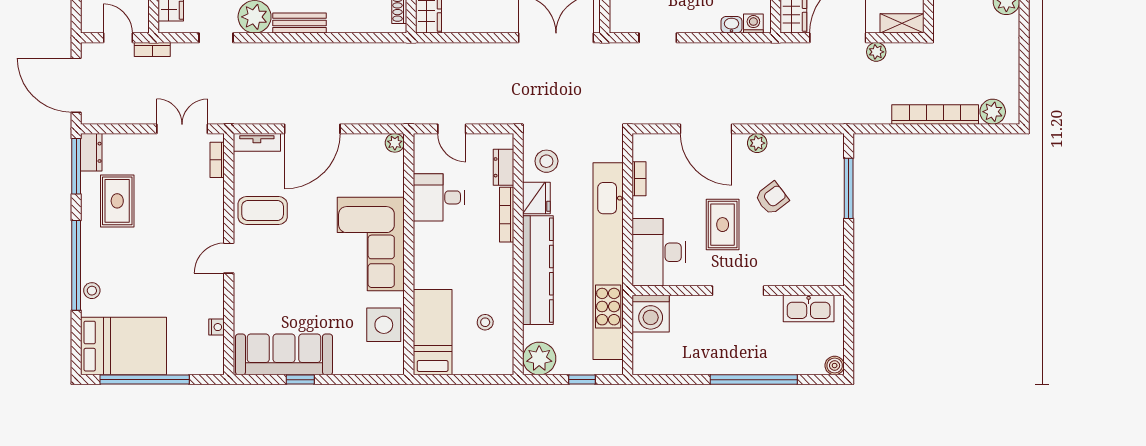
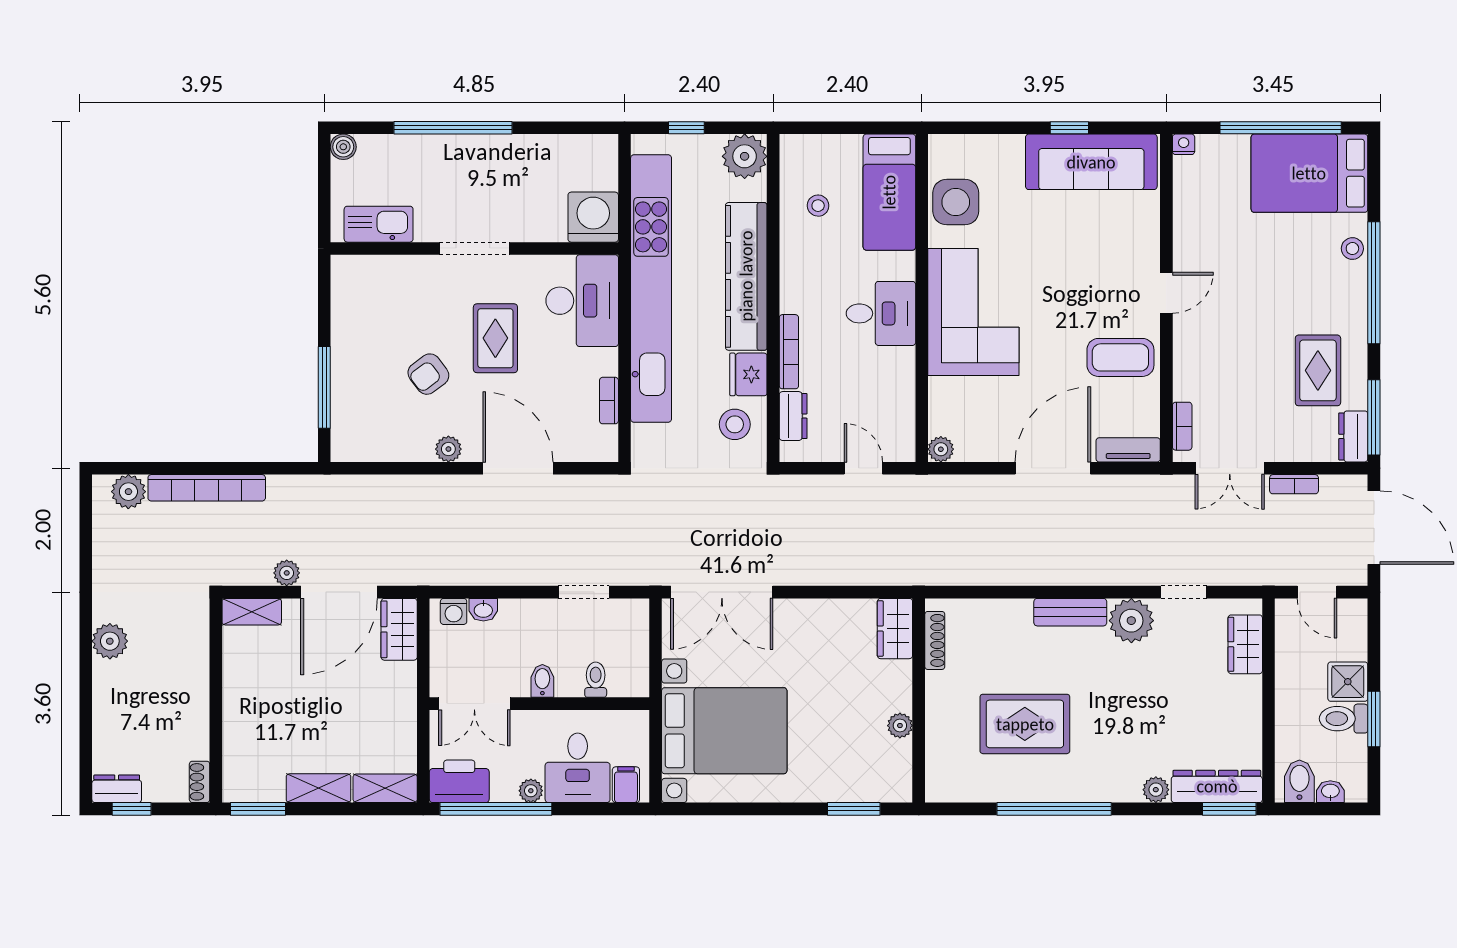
bookcase: (152, 49) -> (1294, 484), moved, turned 180
desk: (439, 197) -> (881, 313), moved
nightstand: (217, 327) -> (1184, 144), moved, turned 90

